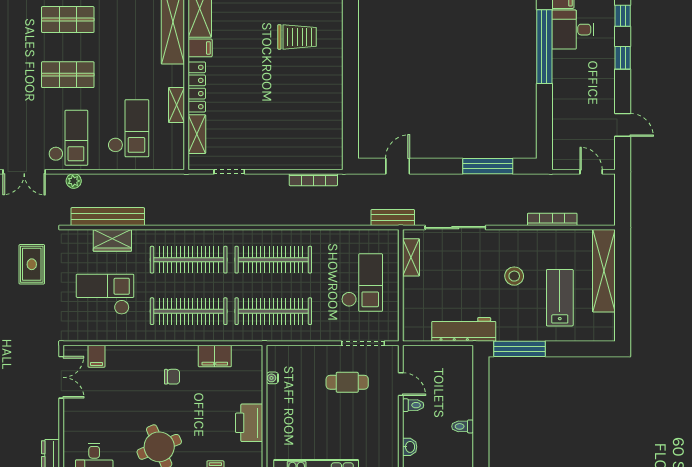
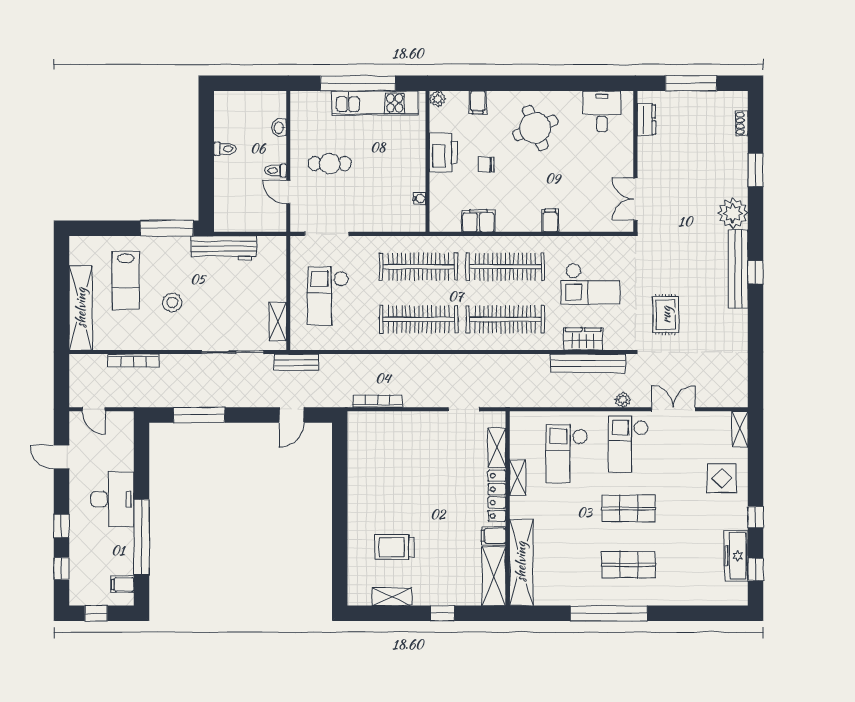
desk: (573, 30) -> (112, 499), moved, width x1.37
filing cabinet: (96, 356) -> (550, 221), moved
chair: (172, 377) -> (486, 164), moved
cafe table: (347, 382) -> (330, 164), moved

